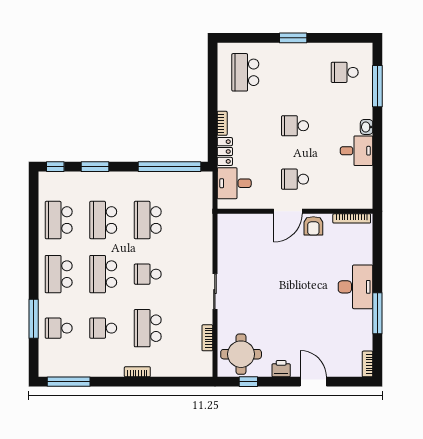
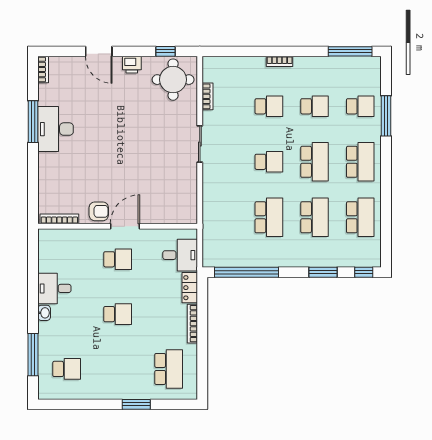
window: (293, 38) -> (136, 404), moved
bookcase: (222, 123) -> (192, 324), width x1.56
armchair: (313, 226) -> (99, 211), turned 90
desk: (355, 287) -> (56, 129), moved
school desk: (148, 328) -> (269, 106), width x0.54

